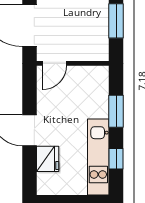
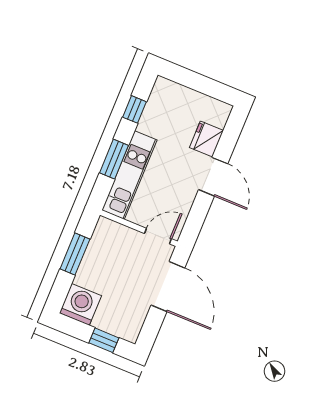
kitchen unit: (98, 157) -> (129, 175), moved

